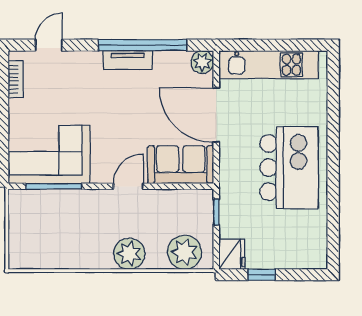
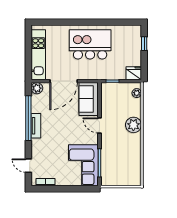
plant: (185, 252) -> (137, 93), width x0.53, depth x0.53
window: (261, 275) -> (144, 44), moved

